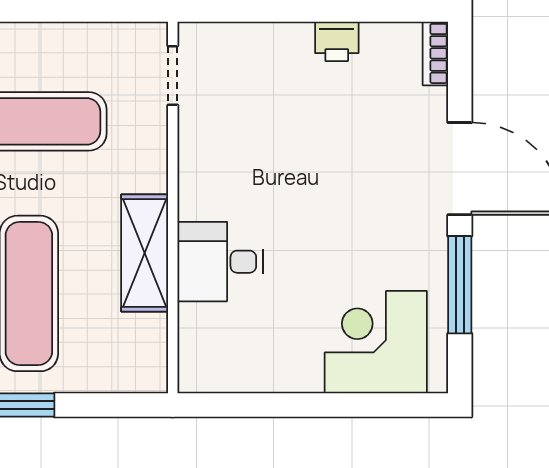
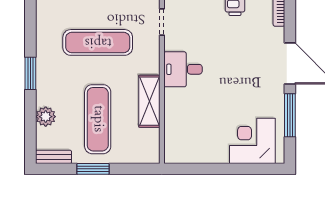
desk: (220, 262) -> (183, 69), moved

